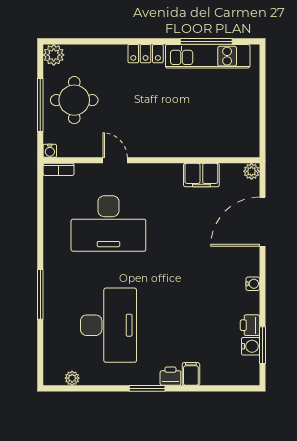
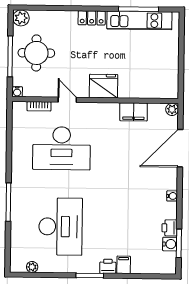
fridge: (162, 142) -> (104, 86), added
bookcase: (59, 169) -> (39, 106), moved

